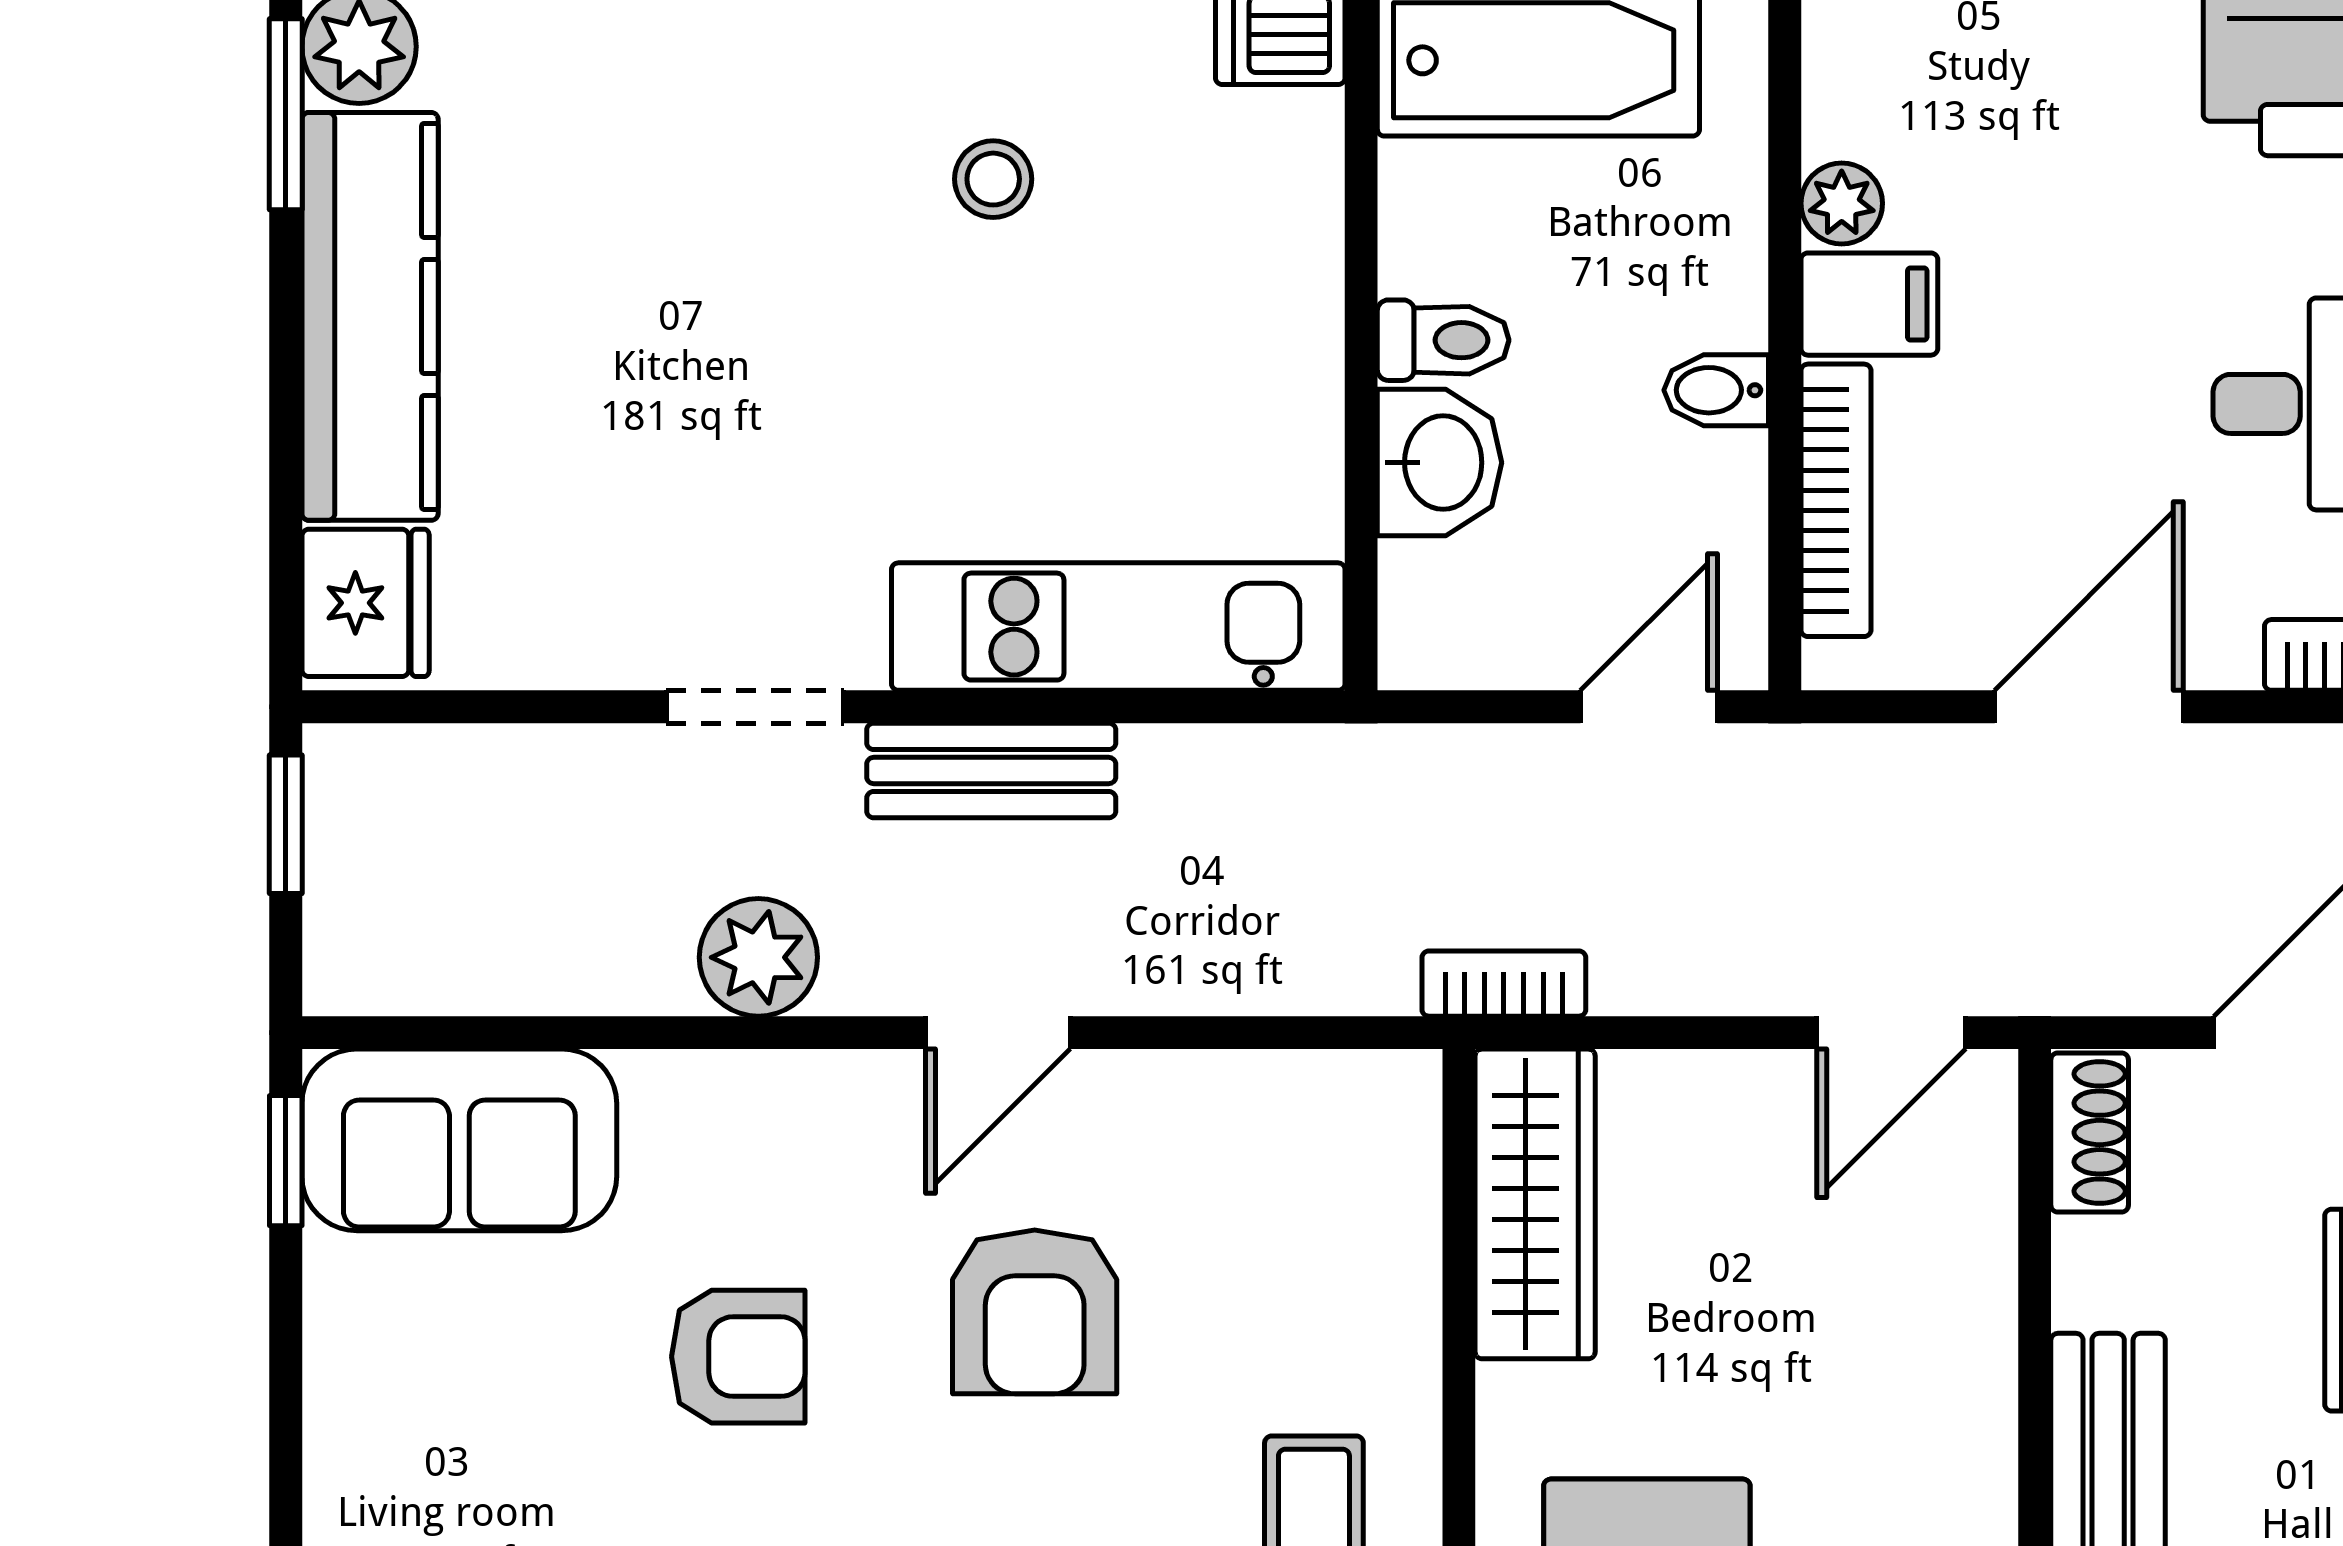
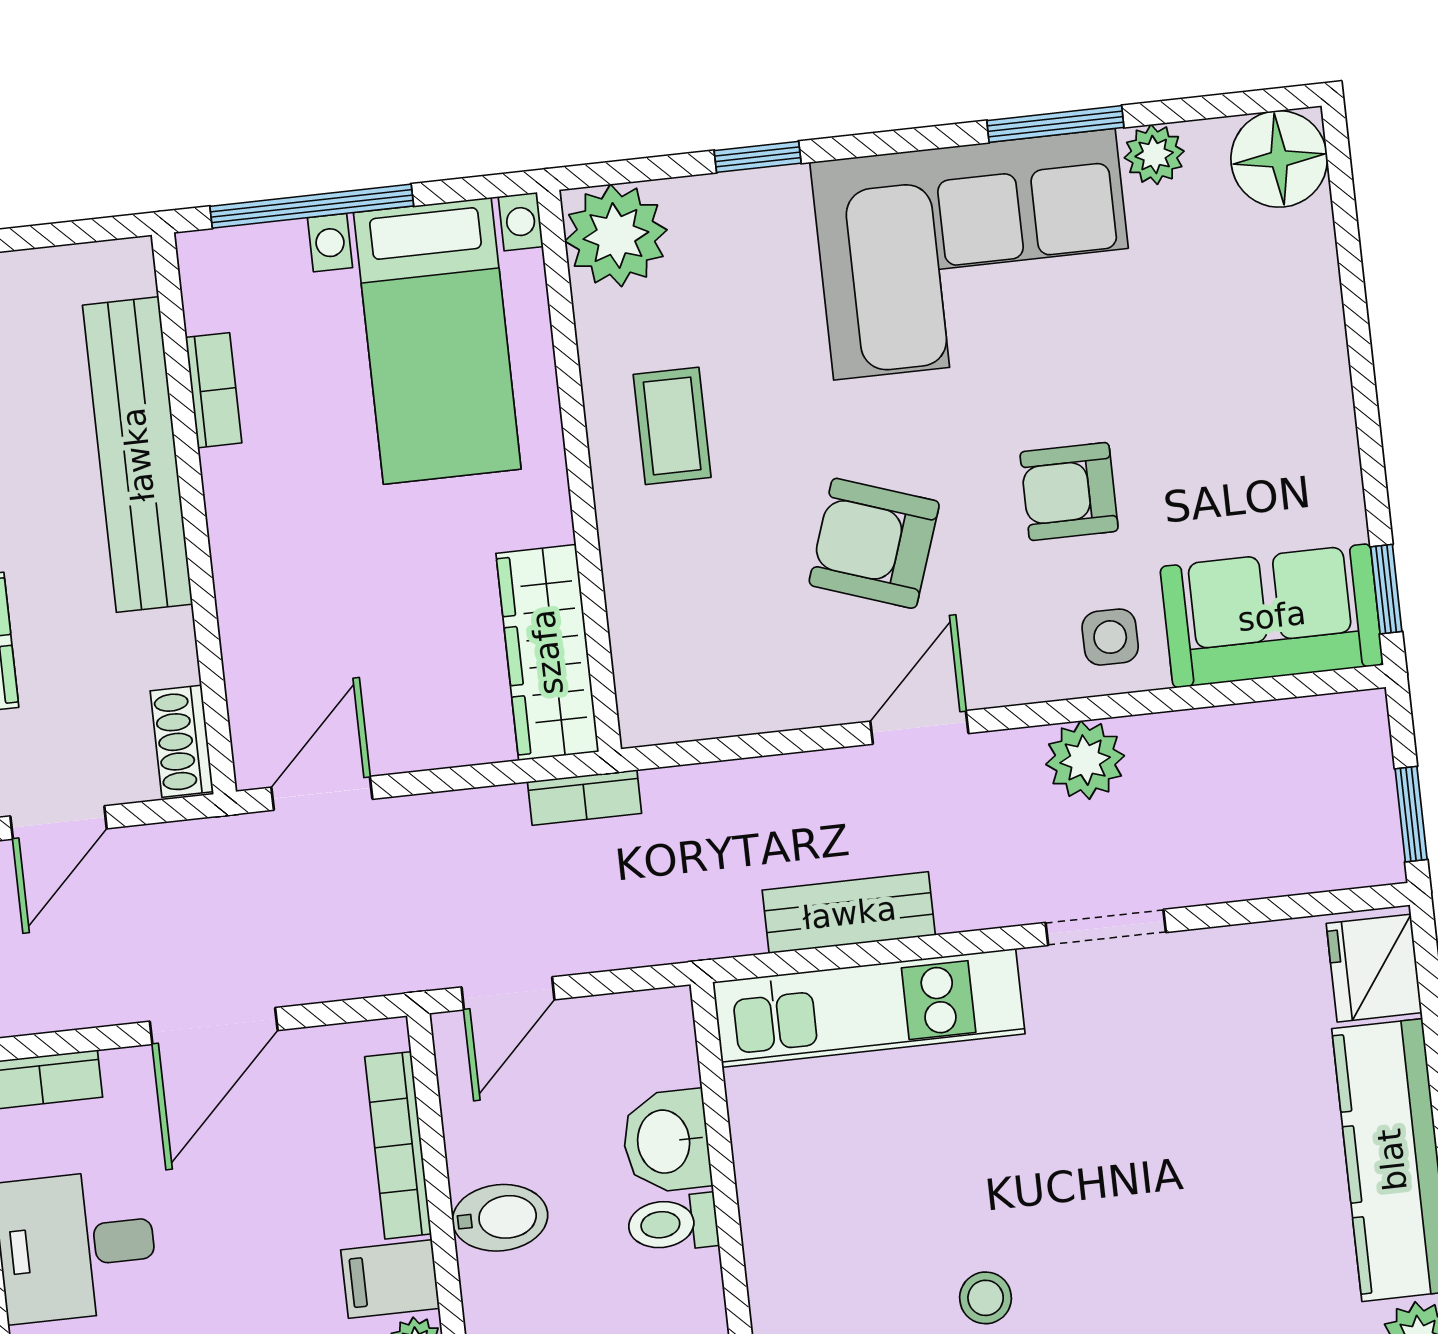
bidet: (1716, 390) -> (500, 1218), width x1.38, depth x1.36
bench: (991, 771) -> (849, 913), moved
side table: (701, 1135) -> (1110, 637), added
armchair: (1035, 1312) -> (874, 543), turned -71

